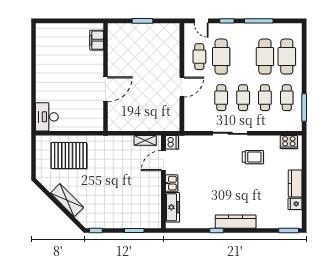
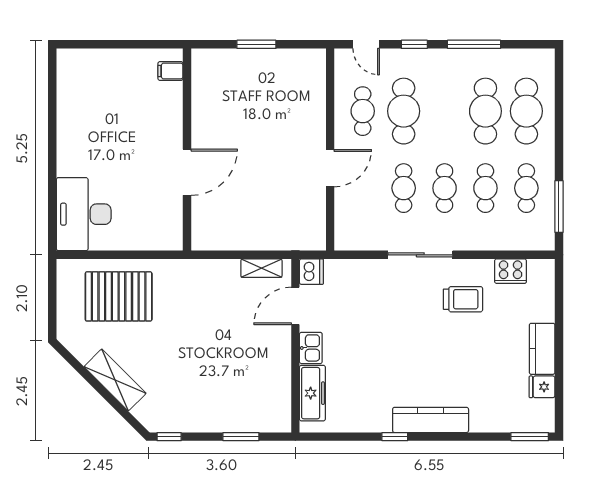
filing cabinet: (97, 40) -> (170, 71), width x0.50
desk: (47, 117) -> (84, 214), width x1.36, depth x1.30
cooker: (289, 142) -> (511, 271), moved

